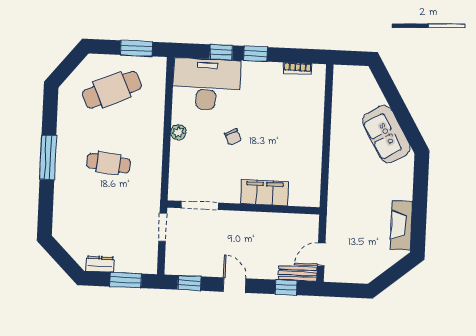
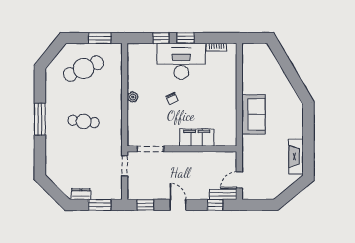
desk: (206, 84) -> (181, 61), moved
sofa: (386, 134) -> (253, 114), moved, turned -150

